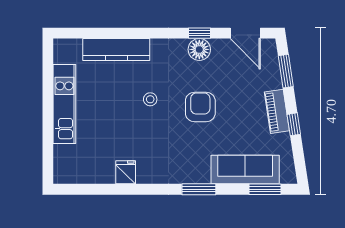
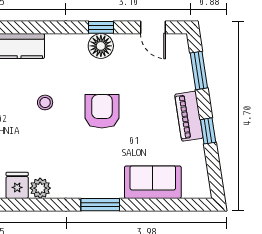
door: (245, 33) -> (153, 27), width x0.73
sofa: (245, 169) -> (153, 182), width x0.73
plant: (146, 175) -> (40, 188), added
window: (265, 189) -> (175, 205), removed

